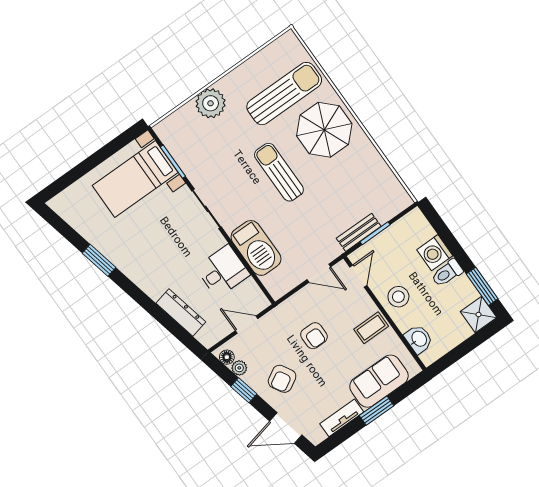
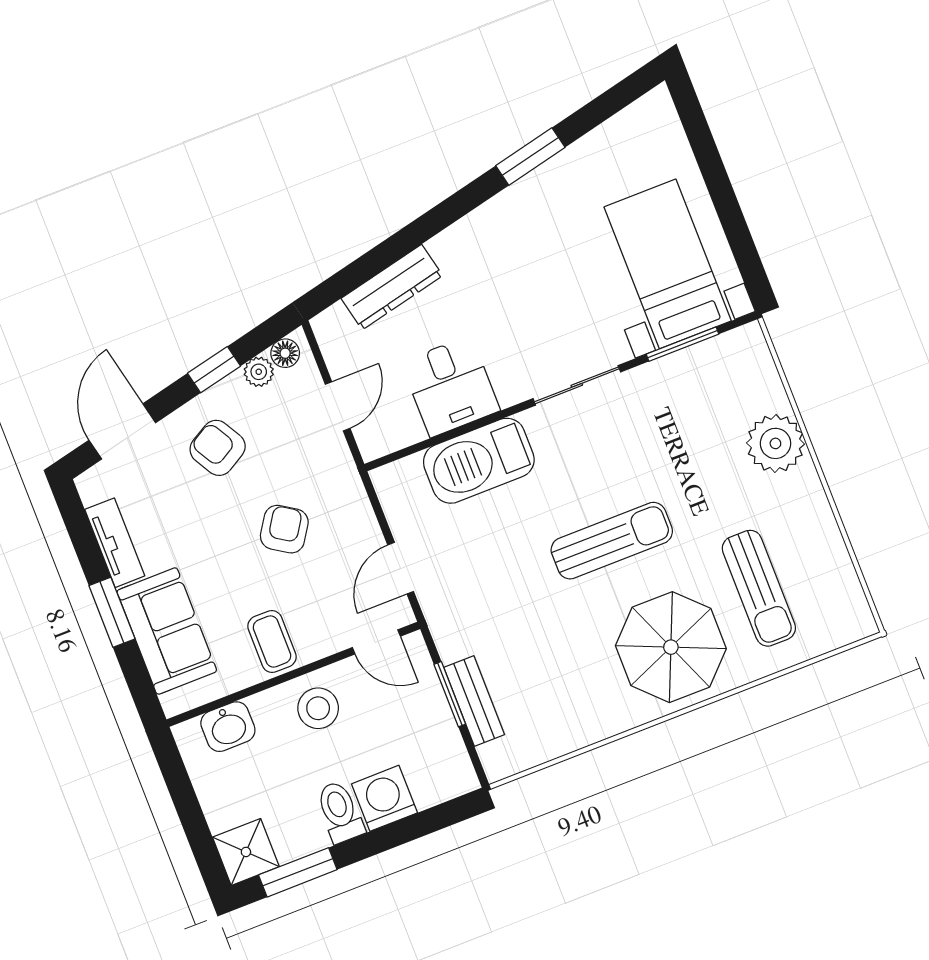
sun lounger: (284, 94) -> (759, 588), width x0.73, depth x0.75
bench: (359, 232) -> (474, 701), moved
armchair: (314, 336) -> (284, 529), turned 123

